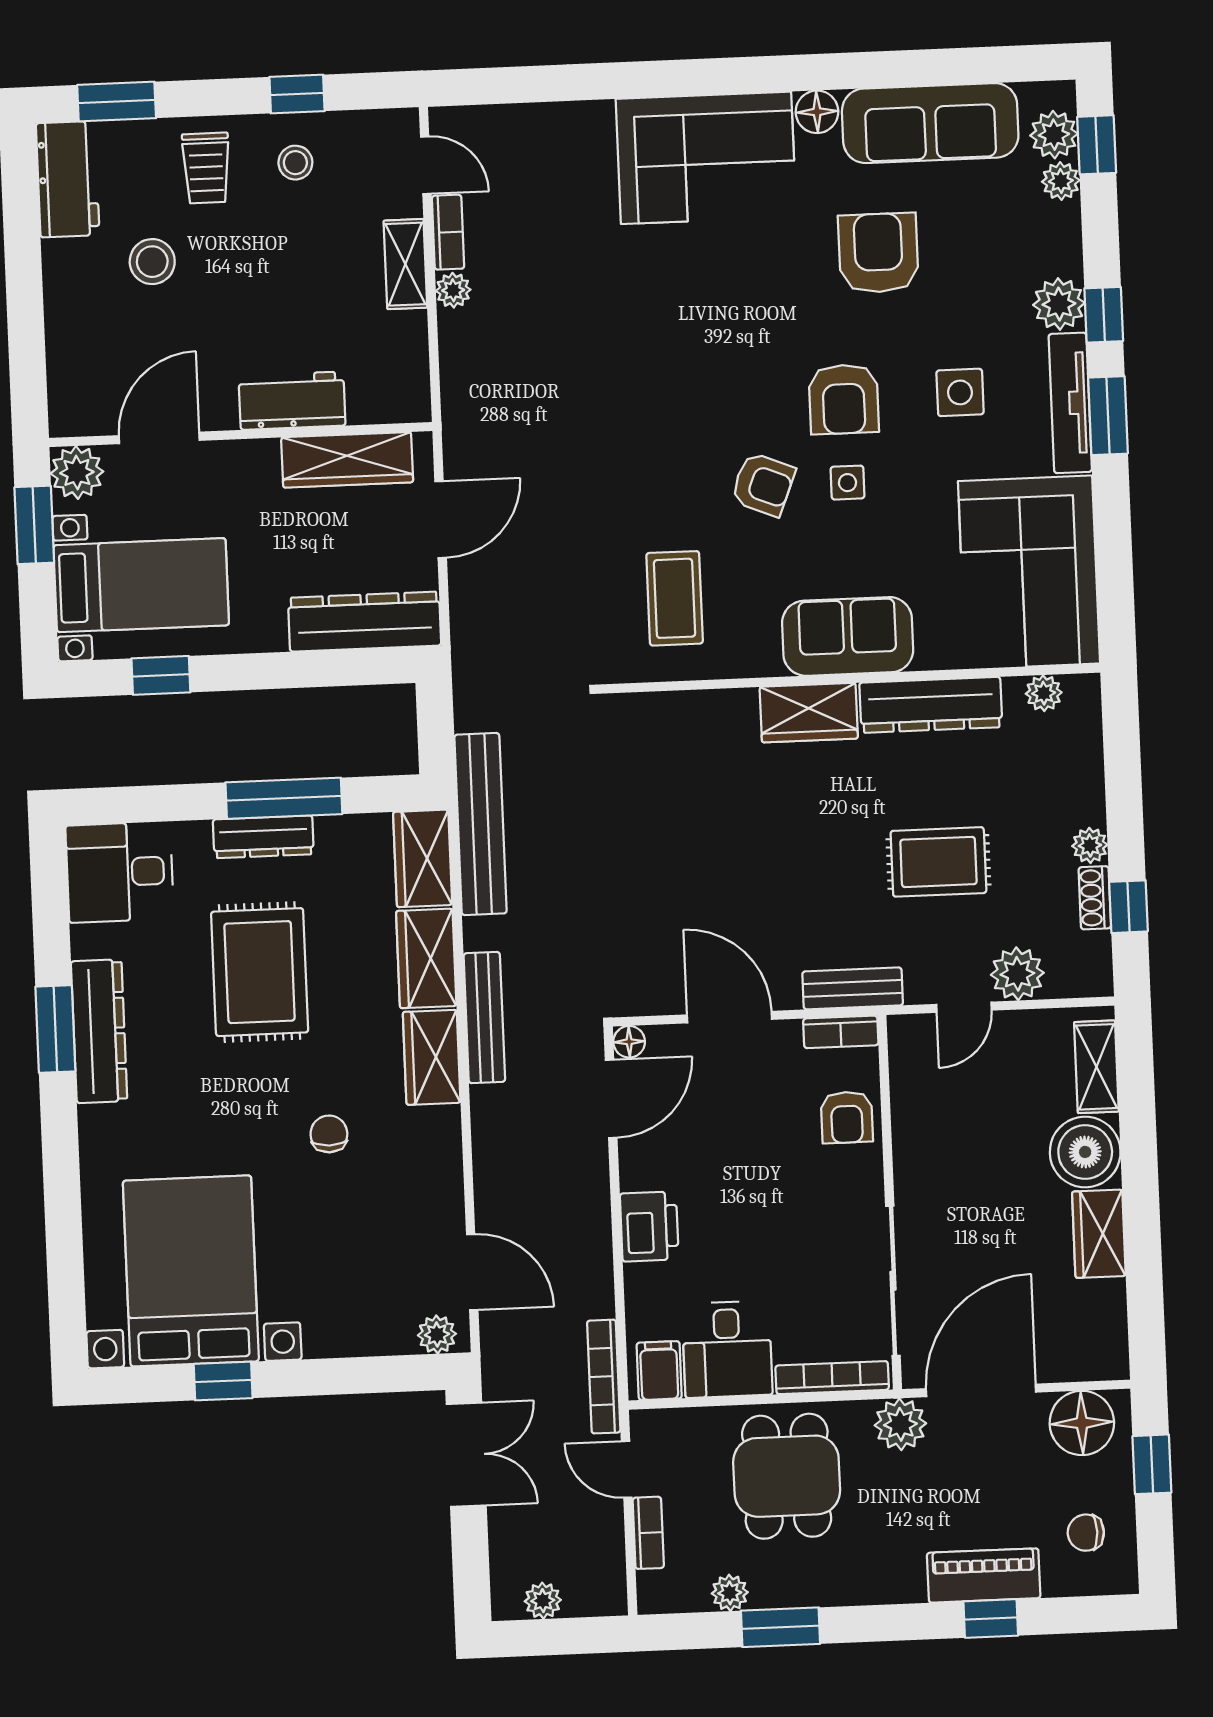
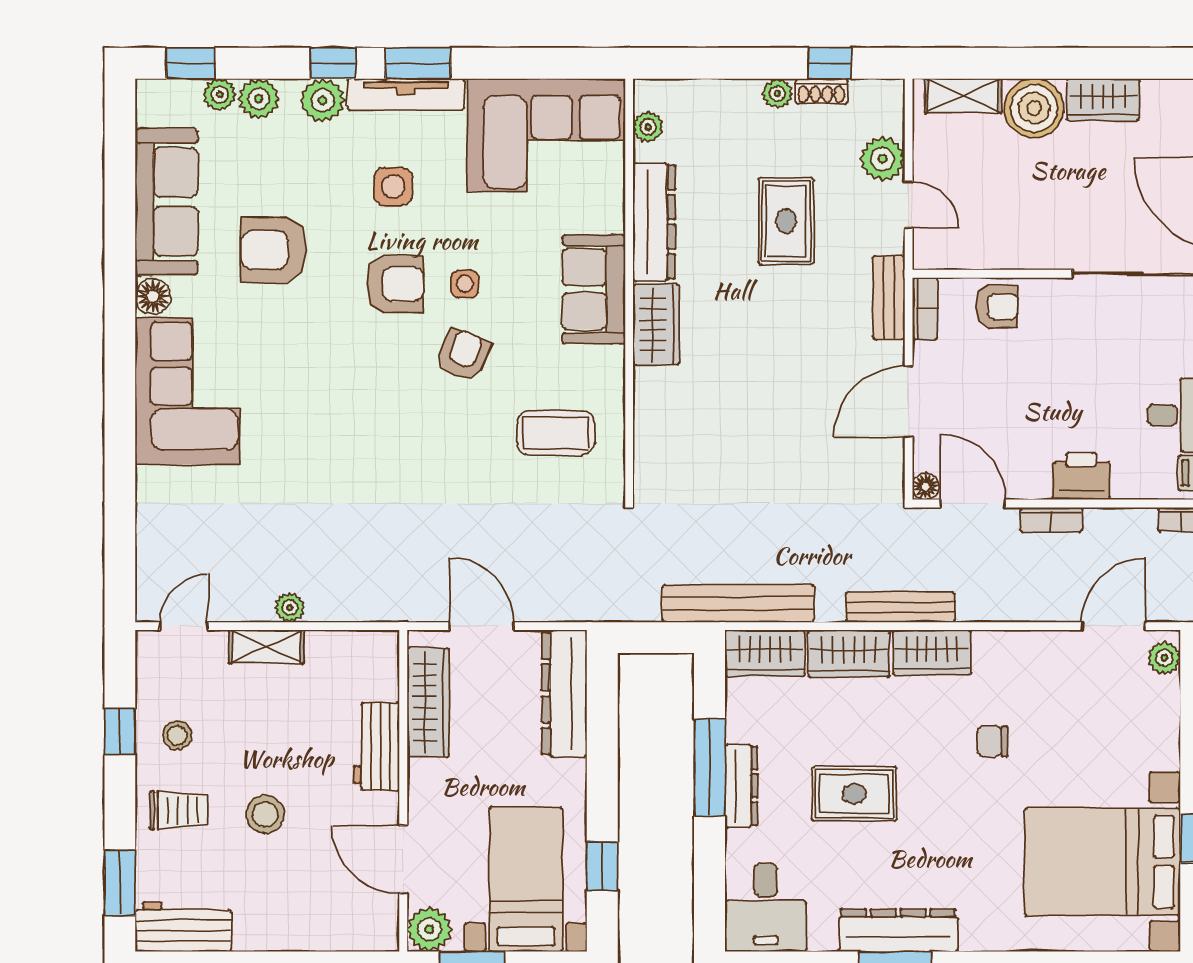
plant: (1054, 135) -> (259, 99), moved
bookcase: (448, 232) -> (1051, 520), moved, turned 180
stool: (152, 262) -> (265, 814), moved
rug: (260, 972) -> (854, 794), width x0.73, depth x0.70

